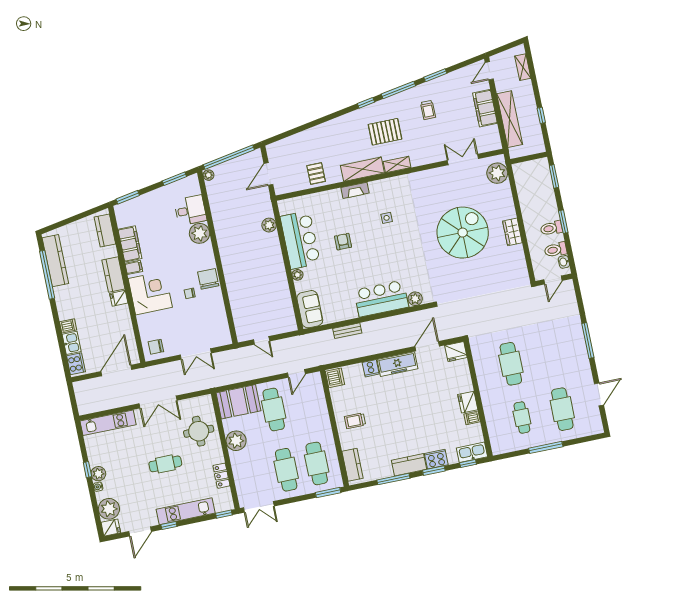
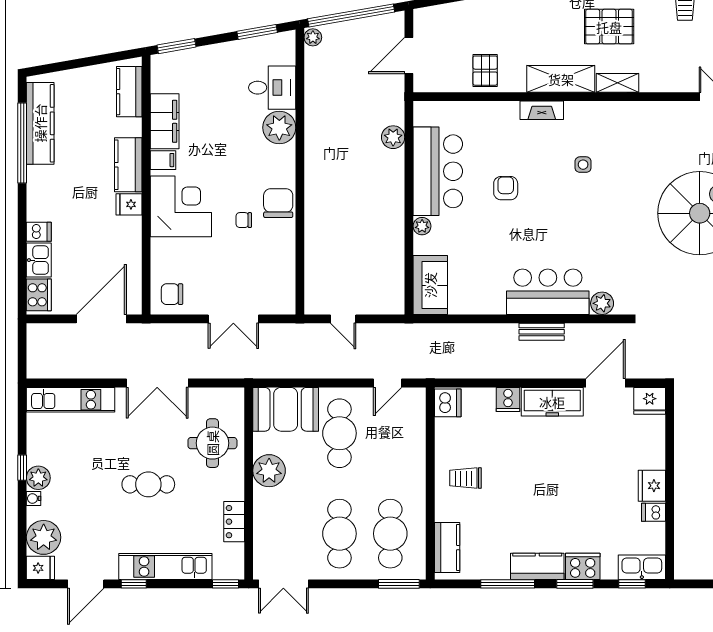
bench: (347, 331) -> (542, 332), moved

